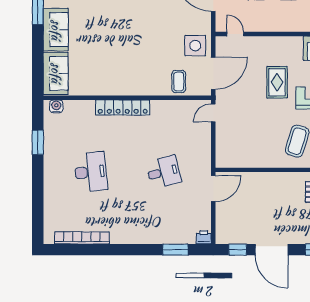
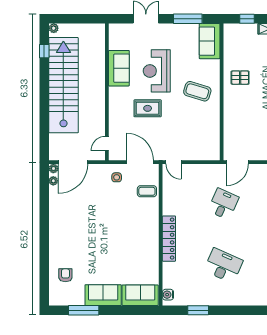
side table: (195, 46) -> (117, 177), width x0.54, depth x0.54
desk: (91, 172) -> (223, 266), turned 30
desk: (164, 172) -> (223, 204), turned 39
door: (213, 189) -> (237, 162), swing flipped

